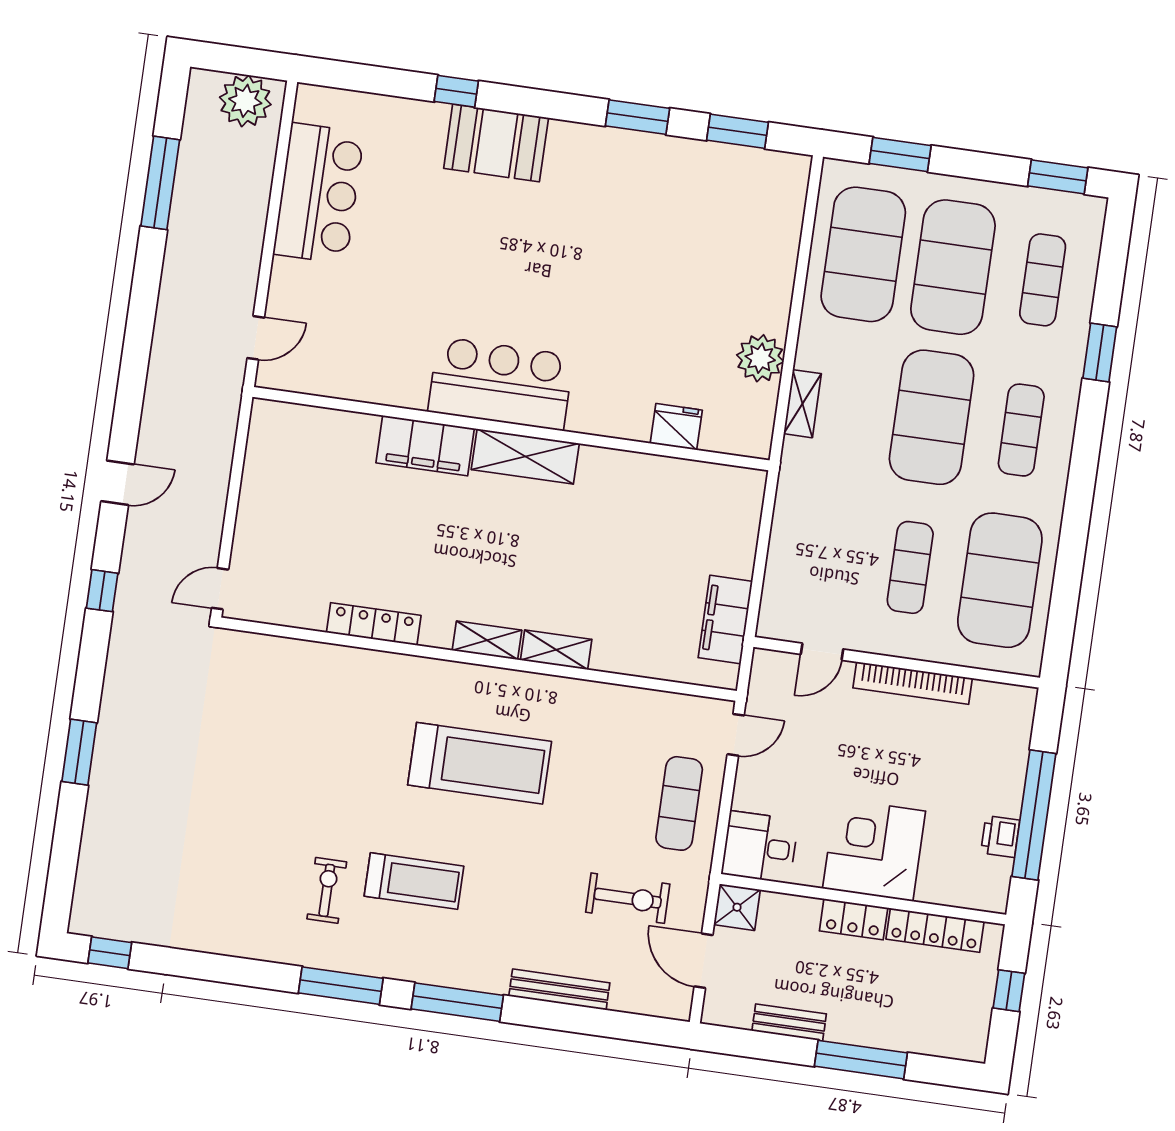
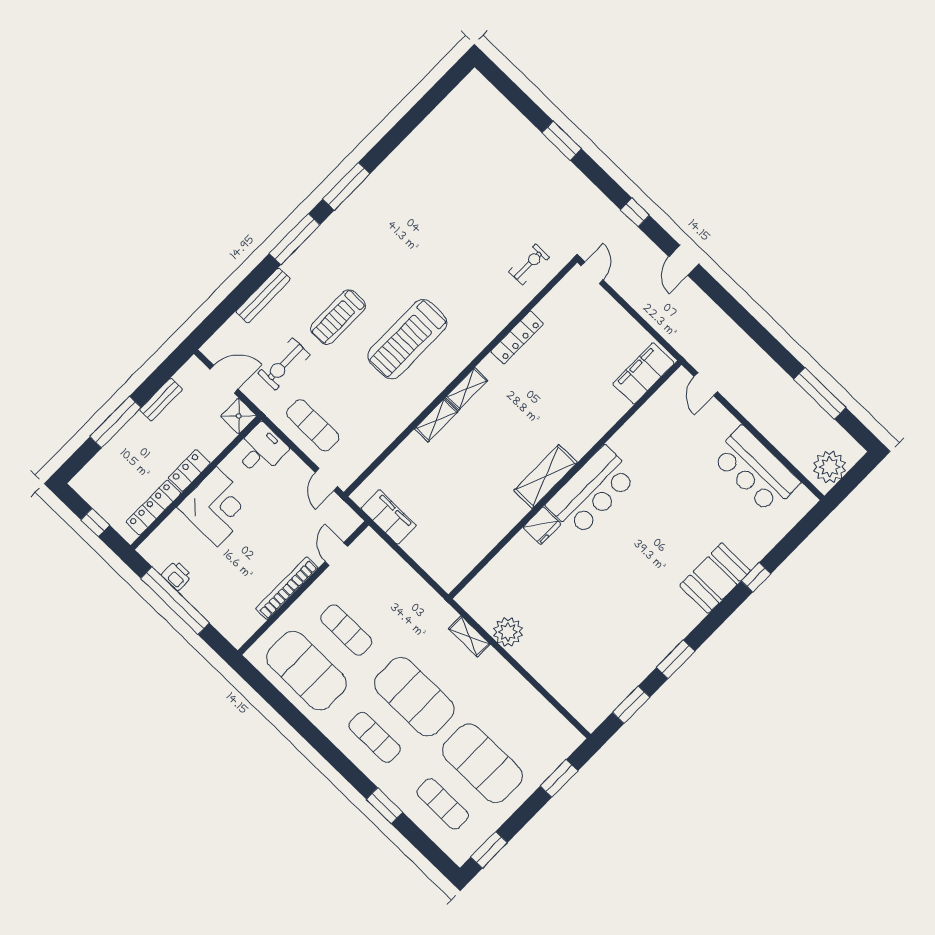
exercise mat: (863, 254) -> (522, 723), removed
fridge: (676, 427) -> (542, 526), moved
filing cabinet: (425, 446) -> (643, 373), moved
treadmill: (414, 881) -> (338, 317), moved
exercise bike: (327, 890) -> (529, 264), moved, turned -90
window: (110, 953) -> (449, 82), removed

